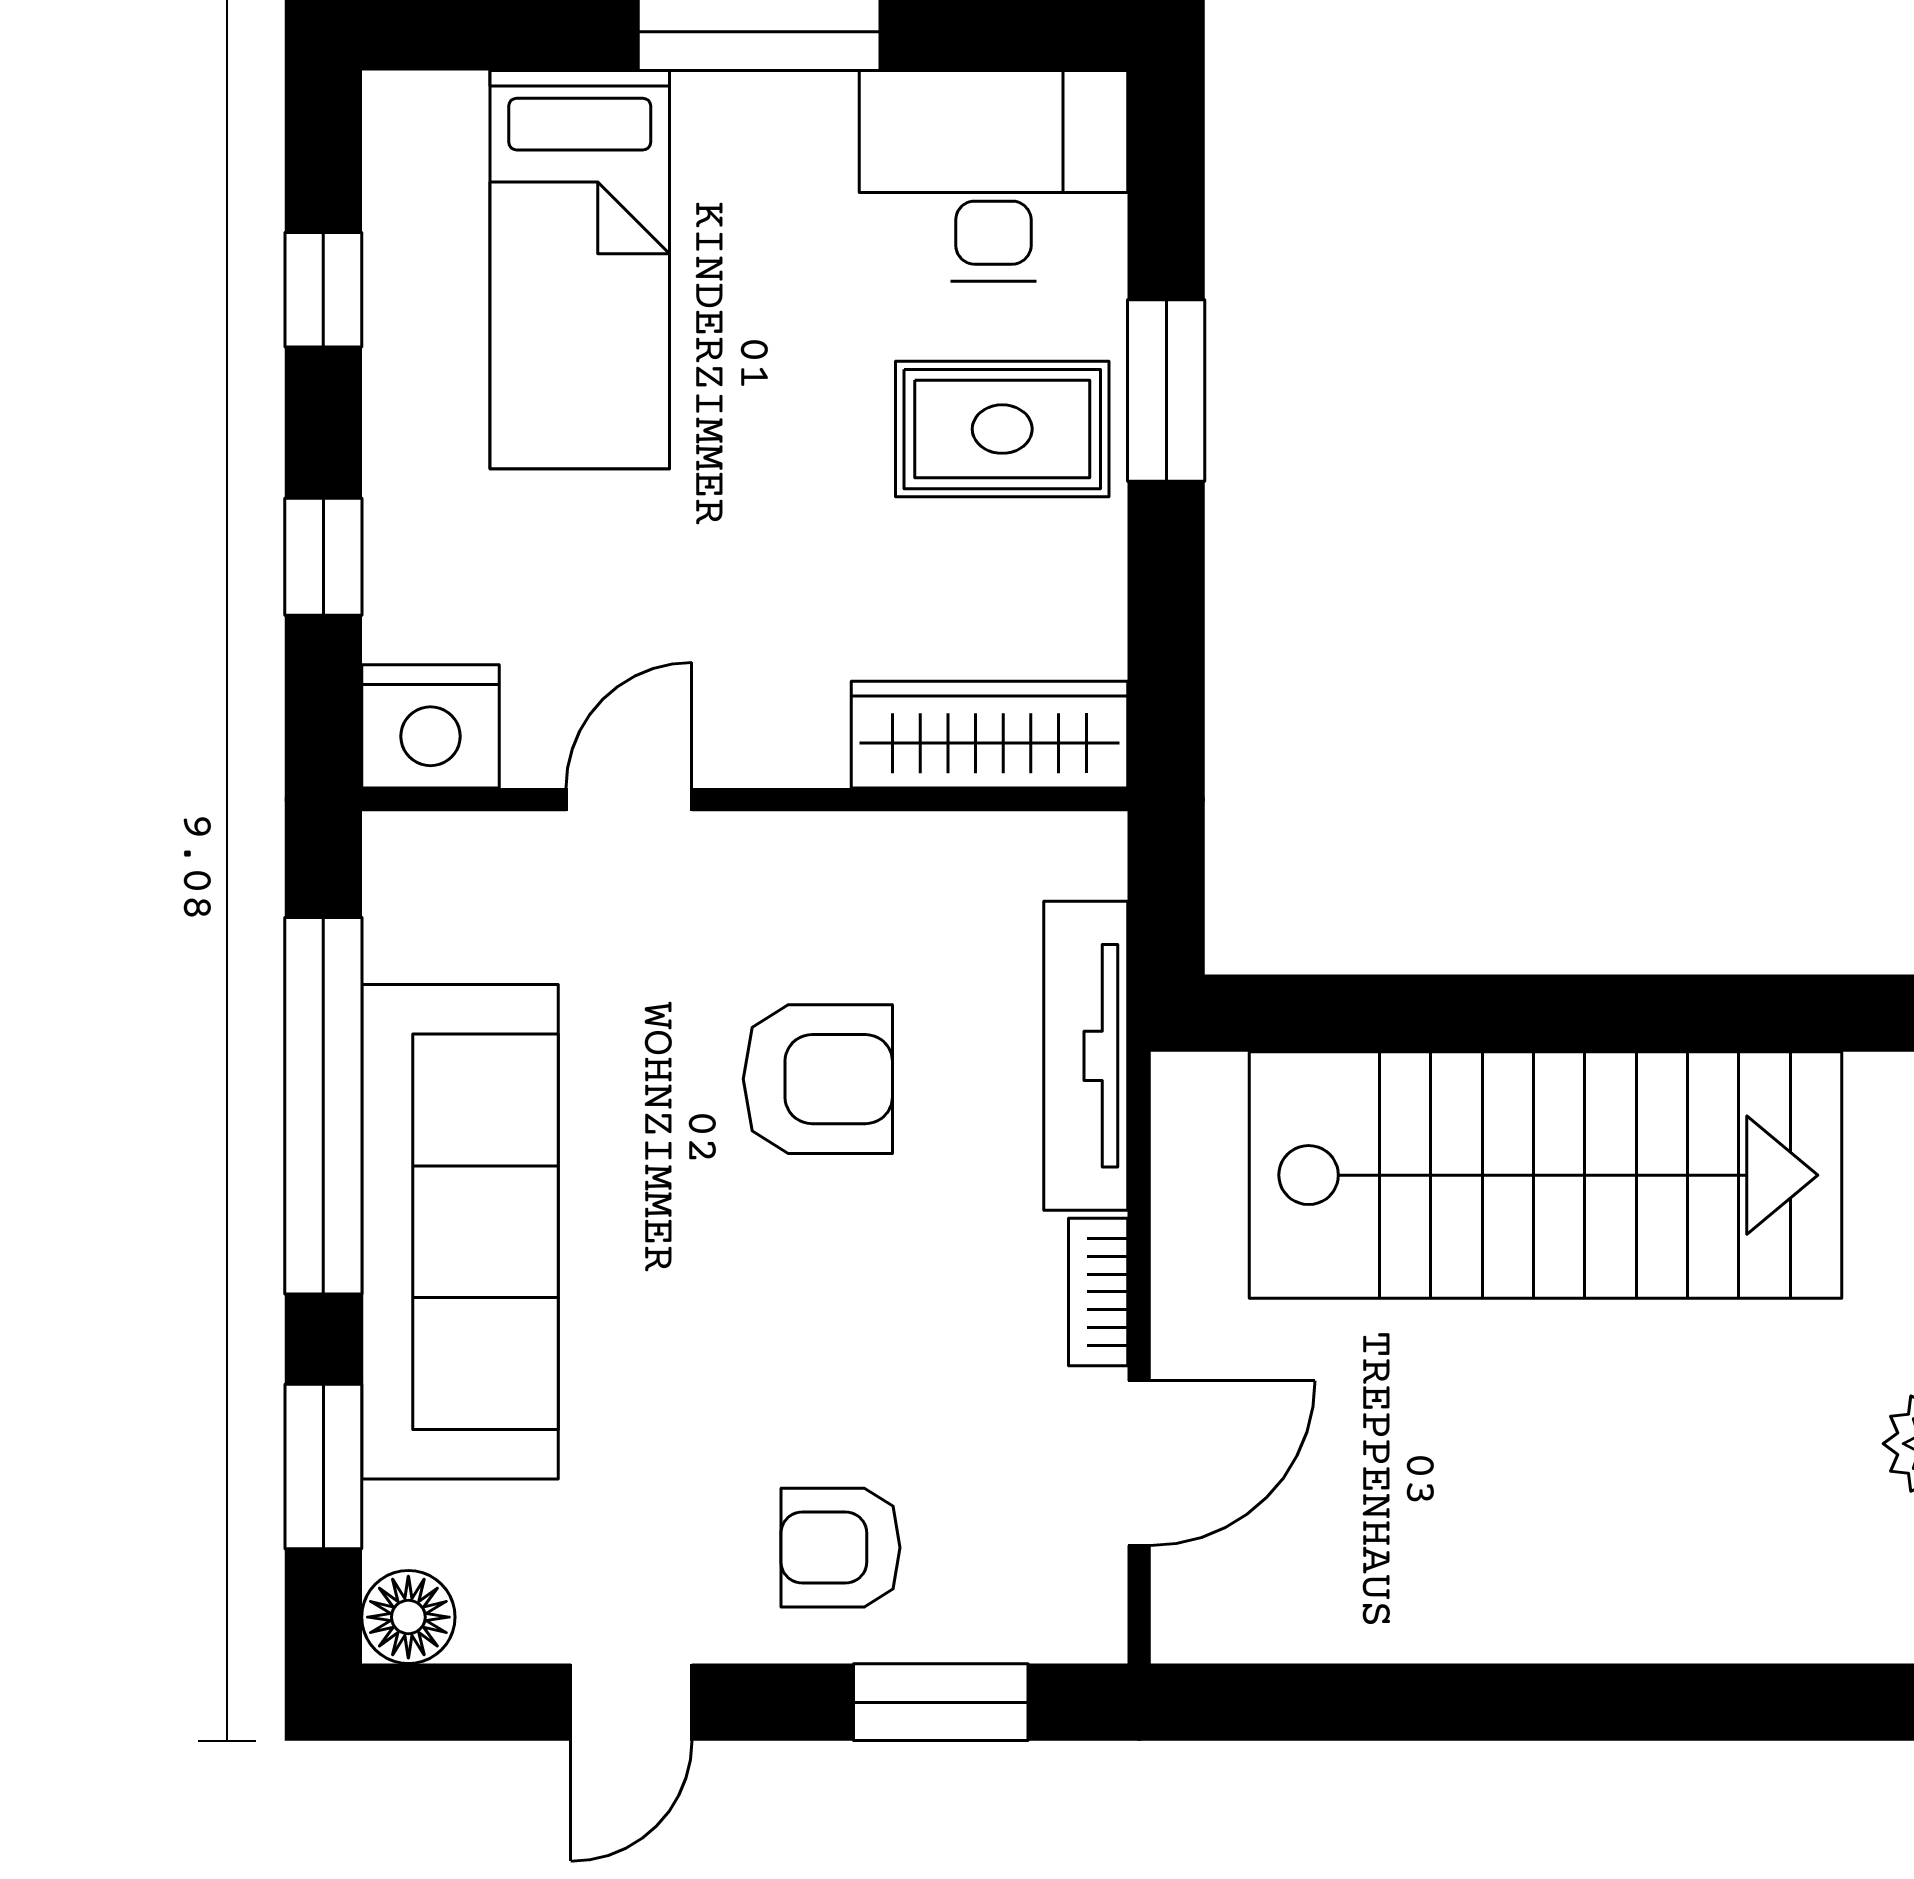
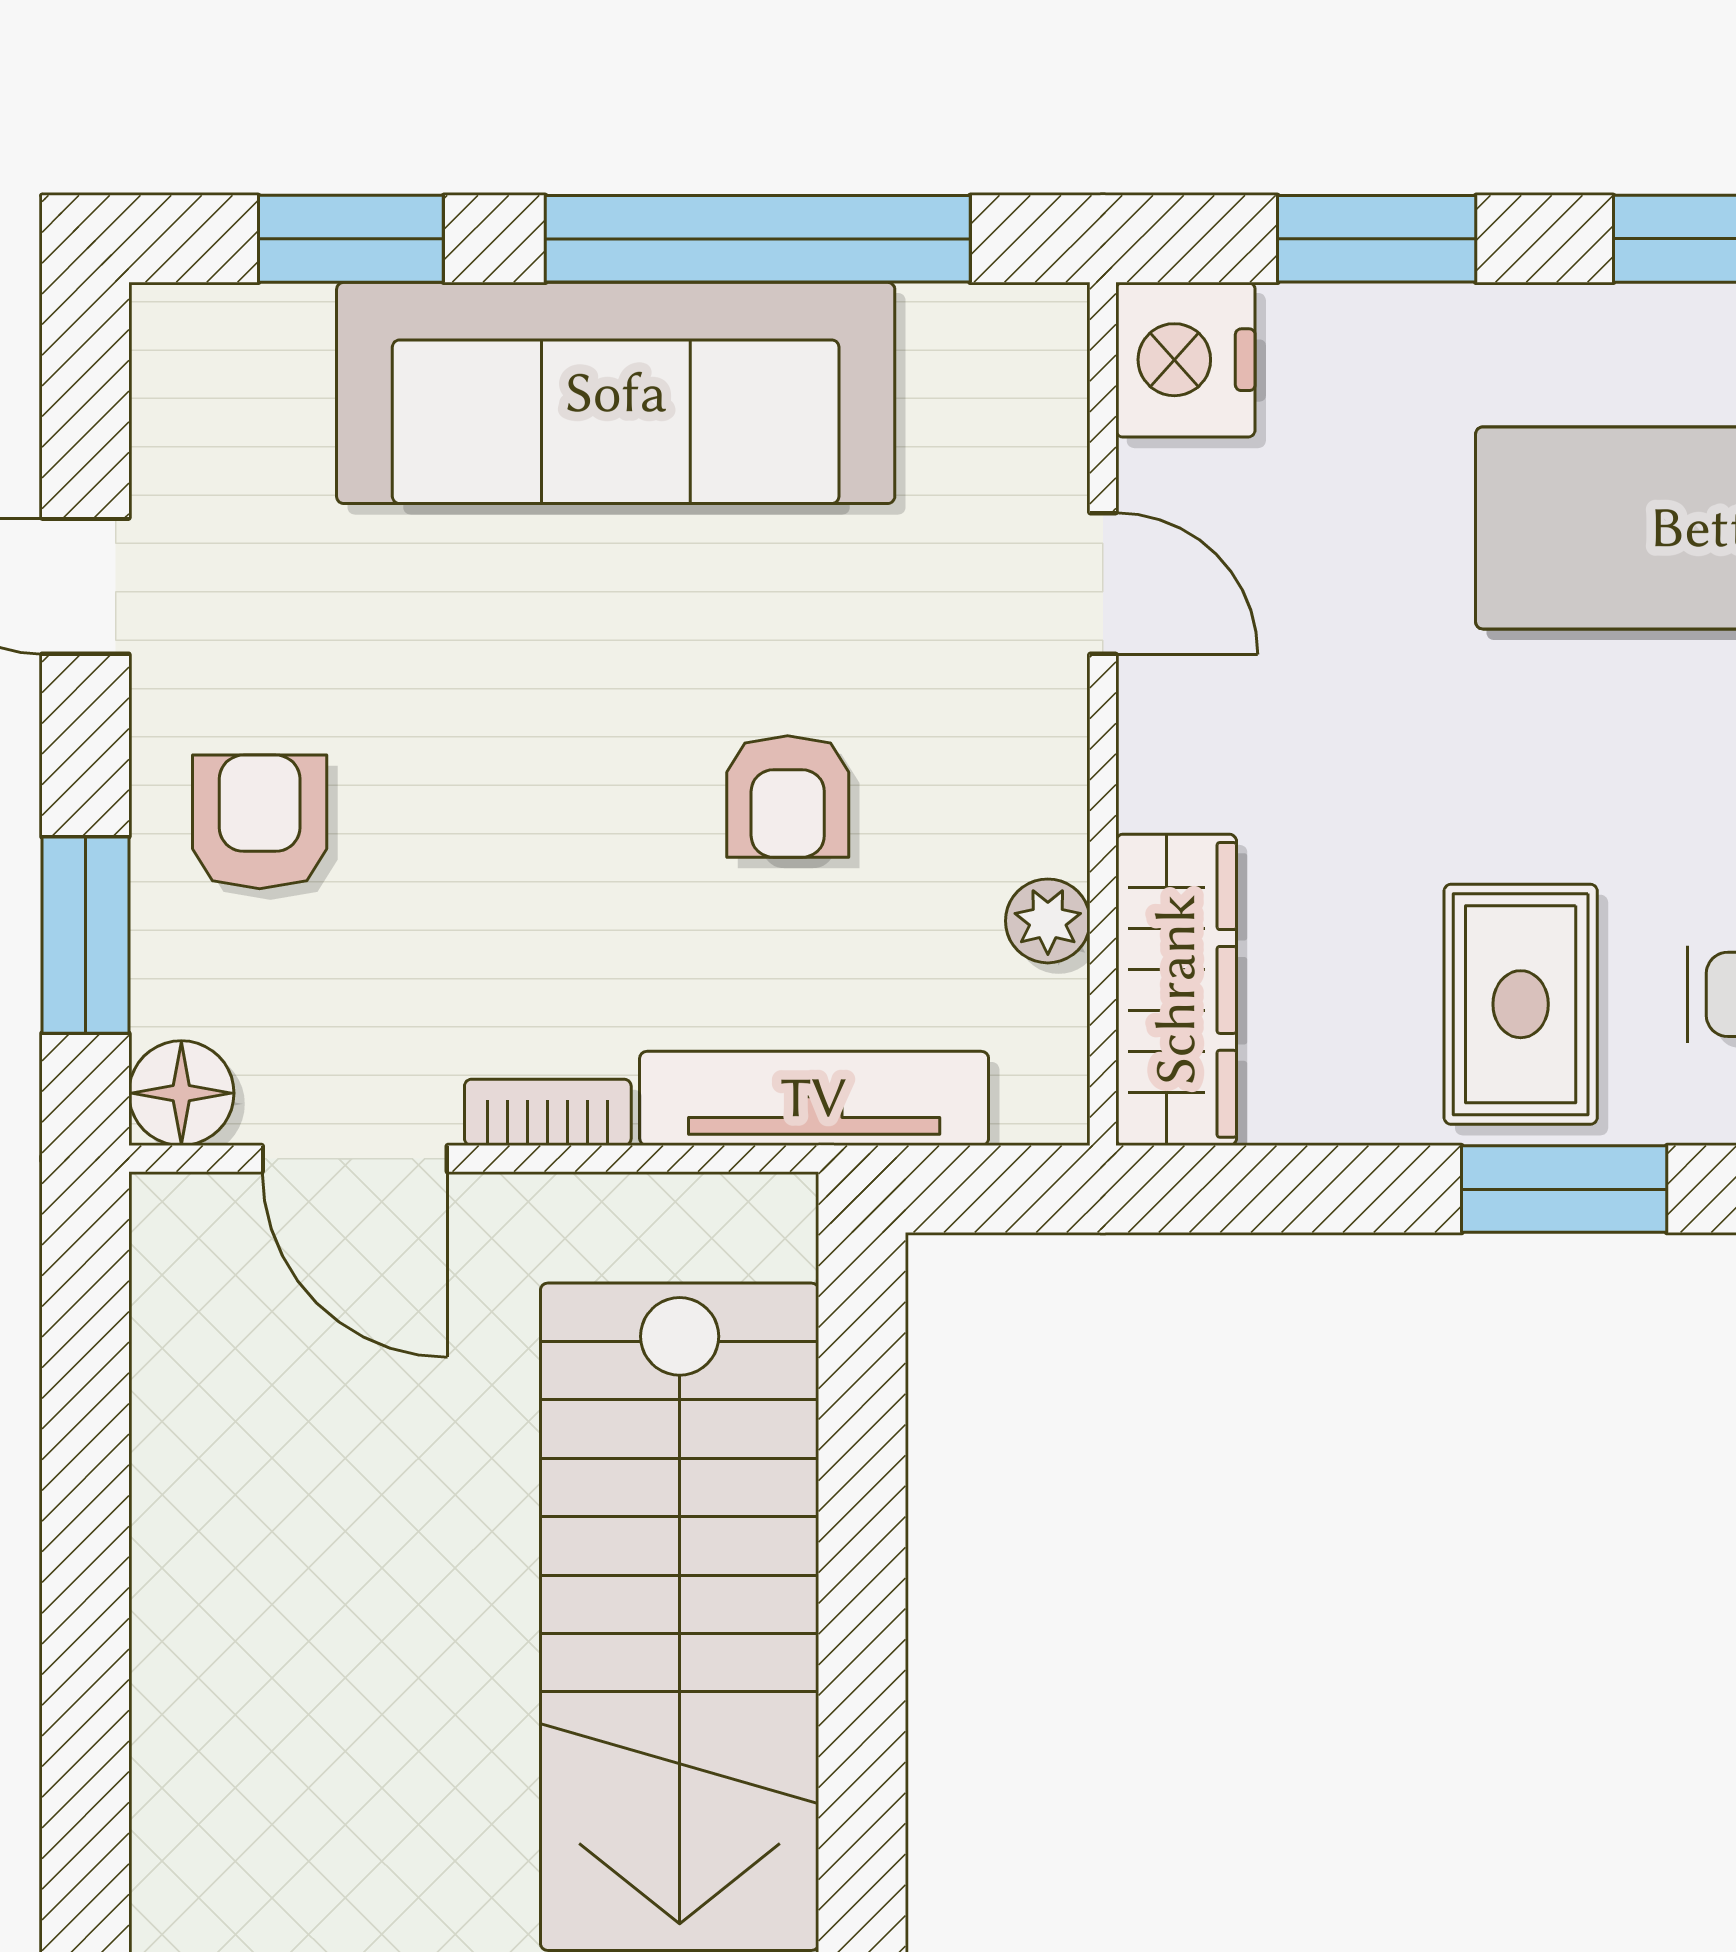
window: (323, 557) -> (1377, 239), width x1.50
plant: (928, 849) -> (1048, 921), added
armchair: (818, 1079) -> (788, 796), width x0.72, depth x0.72
floor lamp: (408, 1617) -> (181, 1093), moved

